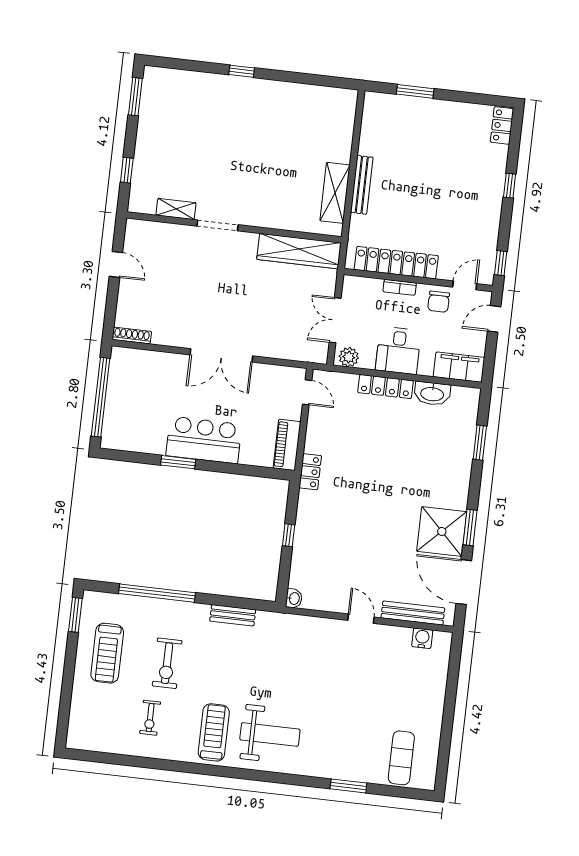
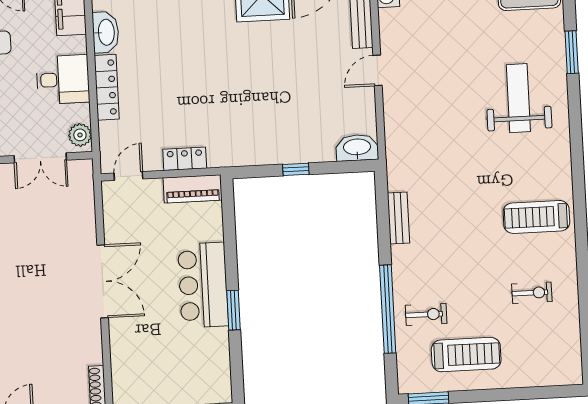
locker: (310, 472) -> (185, 159), moved
washbasin: (294, 598) -> (357, 148), width x1.91, depth x1.45
exercise bike: (167, 663) -> (426, 314), moved, width x0.73, depth x0.72
weight bench: (270, 735) -> (518, 98), moved

